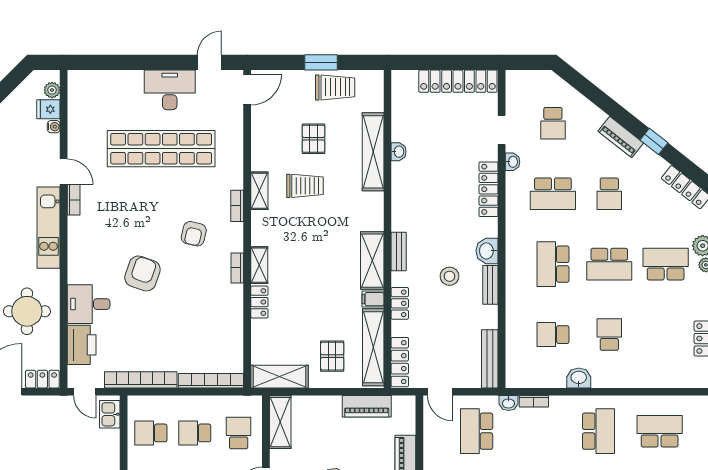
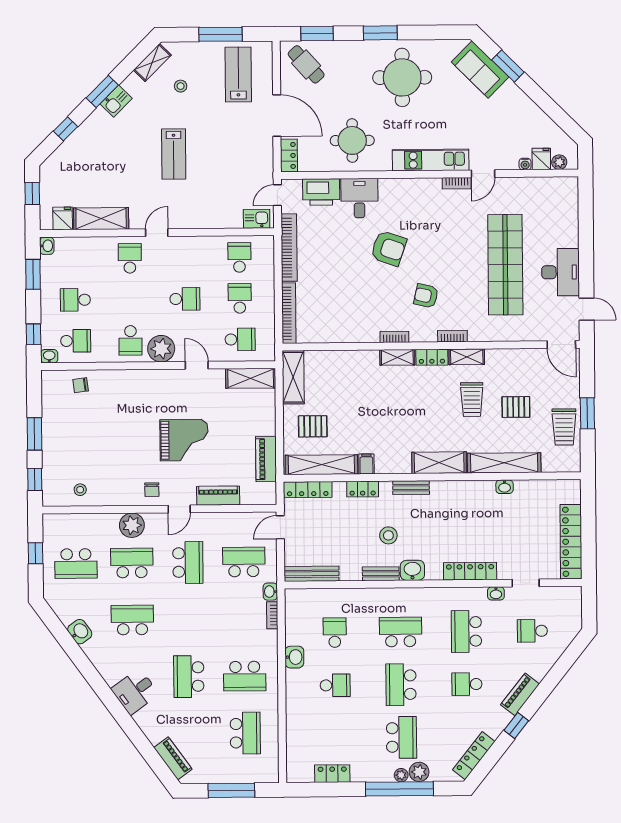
shelving: (372, 261) -> (439, 463), moved
locker: (259, 302) -> (432, 357), moved

